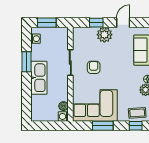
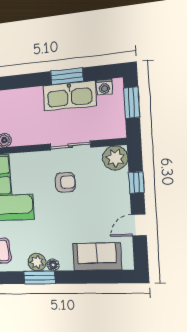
door: (123, 23) -> (139, 225), swing flipped
plant: (104, 35) -> (115, 158), moved
kitchen sink: (39, 78) -> (70, 96), moved

